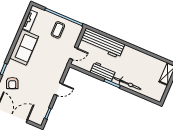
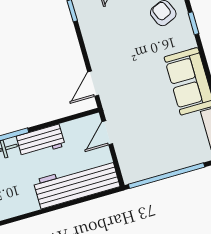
coffee table: (58, 30) -> (160, 149), removed
door: (58, 89) -> (93, 84), moved

